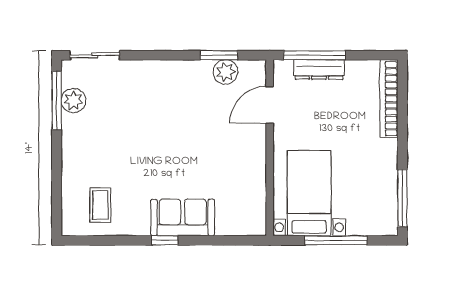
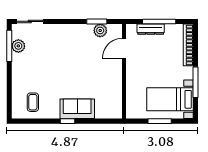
window: (315, 55) -> (159, 21), moved
bed with nightstands: (309, 193) -> (170, 99), moved, turned -90
window: (402, 198) -> (195, 82), moved
window: (336, 240) -> (160, 121), width x0.69

